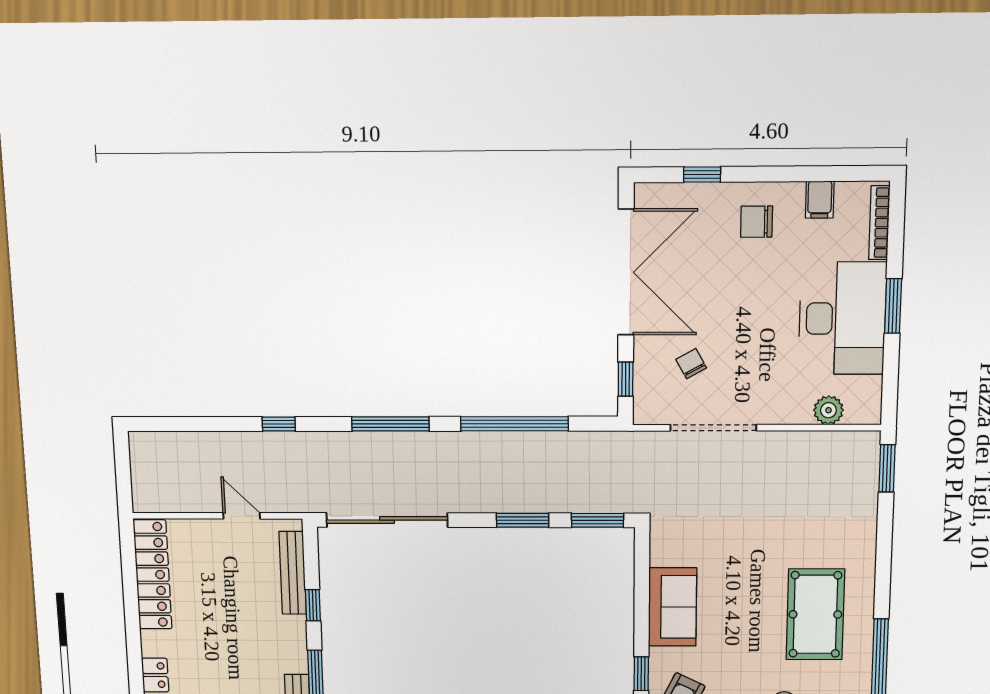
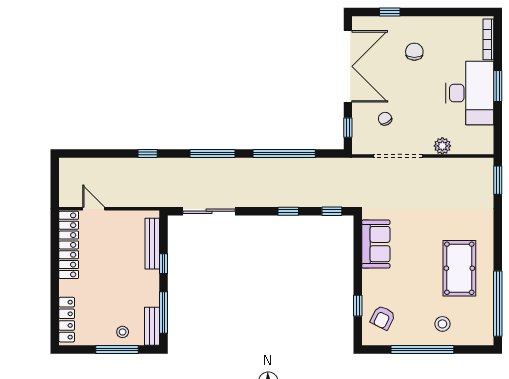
filing cabinet: (820, 200) -> (455, 26), removed
chair: (757, 222) -> (414, 52), moved, turned 90
plant: (828, 410) -> (442, 146), moved
door: (242, 516) -> (94, 209), moved
sliding door: (387, 520) -> (209, 211), width x0.73
window: (523, 520) -> (288, 211), width x0.67
window: (597, 520) -> (332, 211), width x0.67
sofa: (672, 607) -> (376, 244), moved

